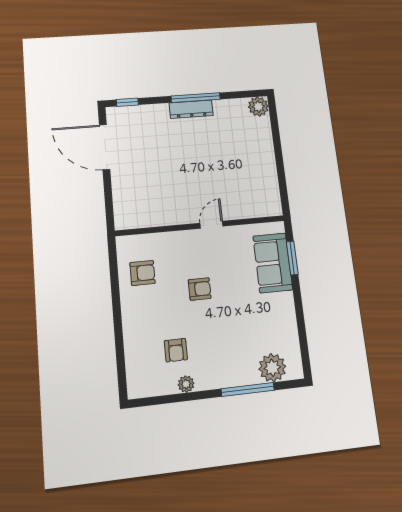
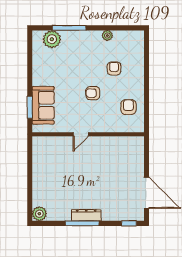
armchair: (143, 273) -> (128, 107), turned 90
armchair: (176, 350) -> (114, 69), moved

